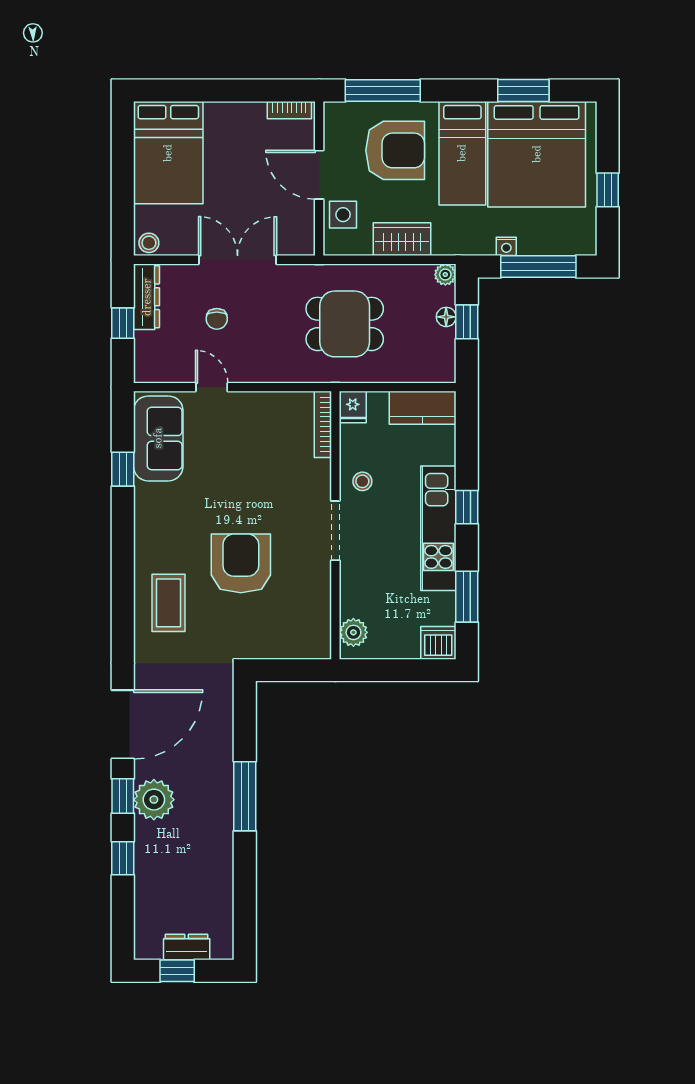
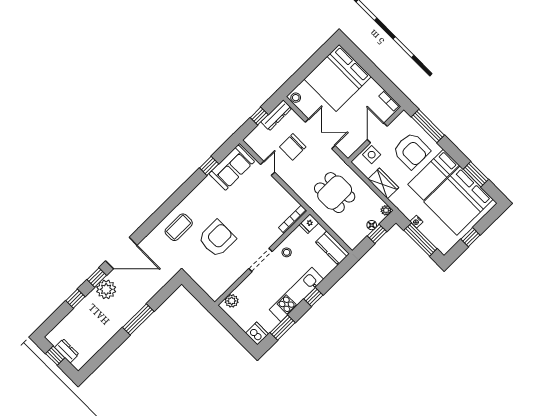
bed: (168, 153) -> (338, 78), width x1.36
chair: (217, 319) -> (293, 147), width x1.87, depth x1.87

